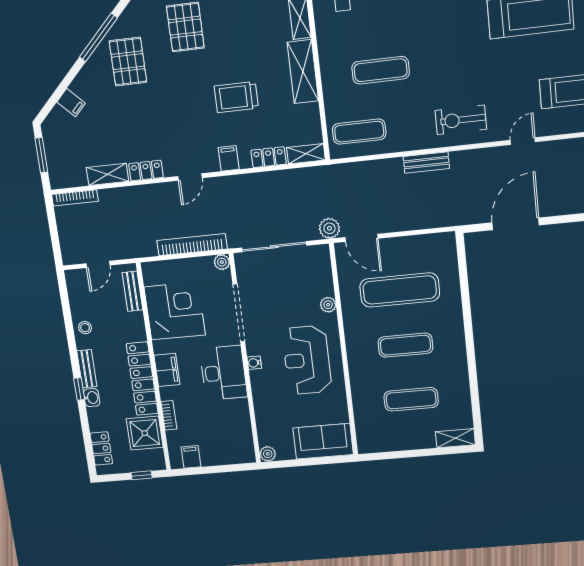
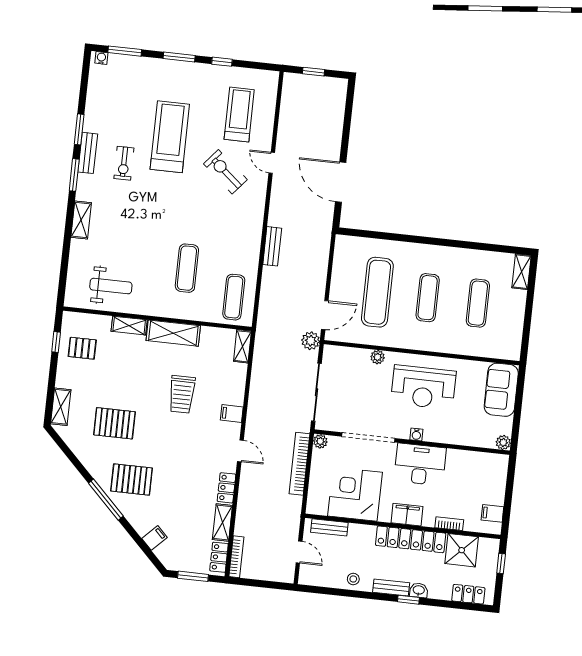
exercise bike: (461, 120) -> (225, 172), moved, turned 130
locker: (269, 157) -> (219, 557), moved

